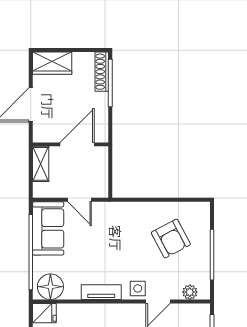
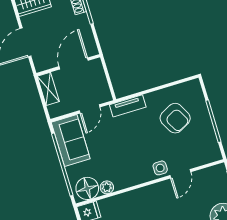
door: (80, 200) -> (90, 109), hinge flipped
tv unit: (101, 292) -> (128, 106), moved, turned 180
plant: (190, 292) -> (107, 187), moved

